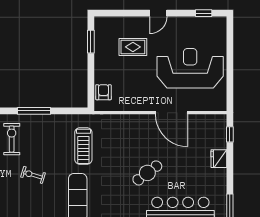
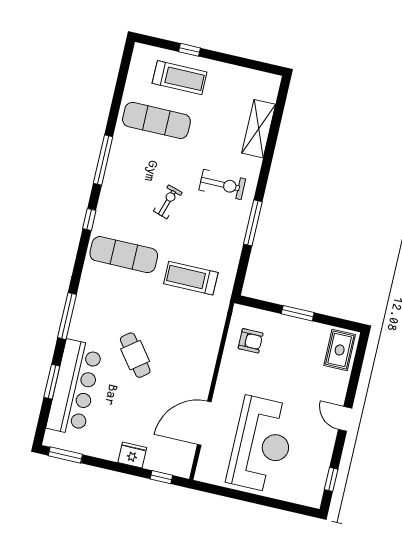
window: (91, 42) -> (298, 313), moved
rug: (133, 47) -> (340, 350), moved
armchair: (103, 92) -> (251, 341), moved
door: (172, 113) -> (204, 423), moved

